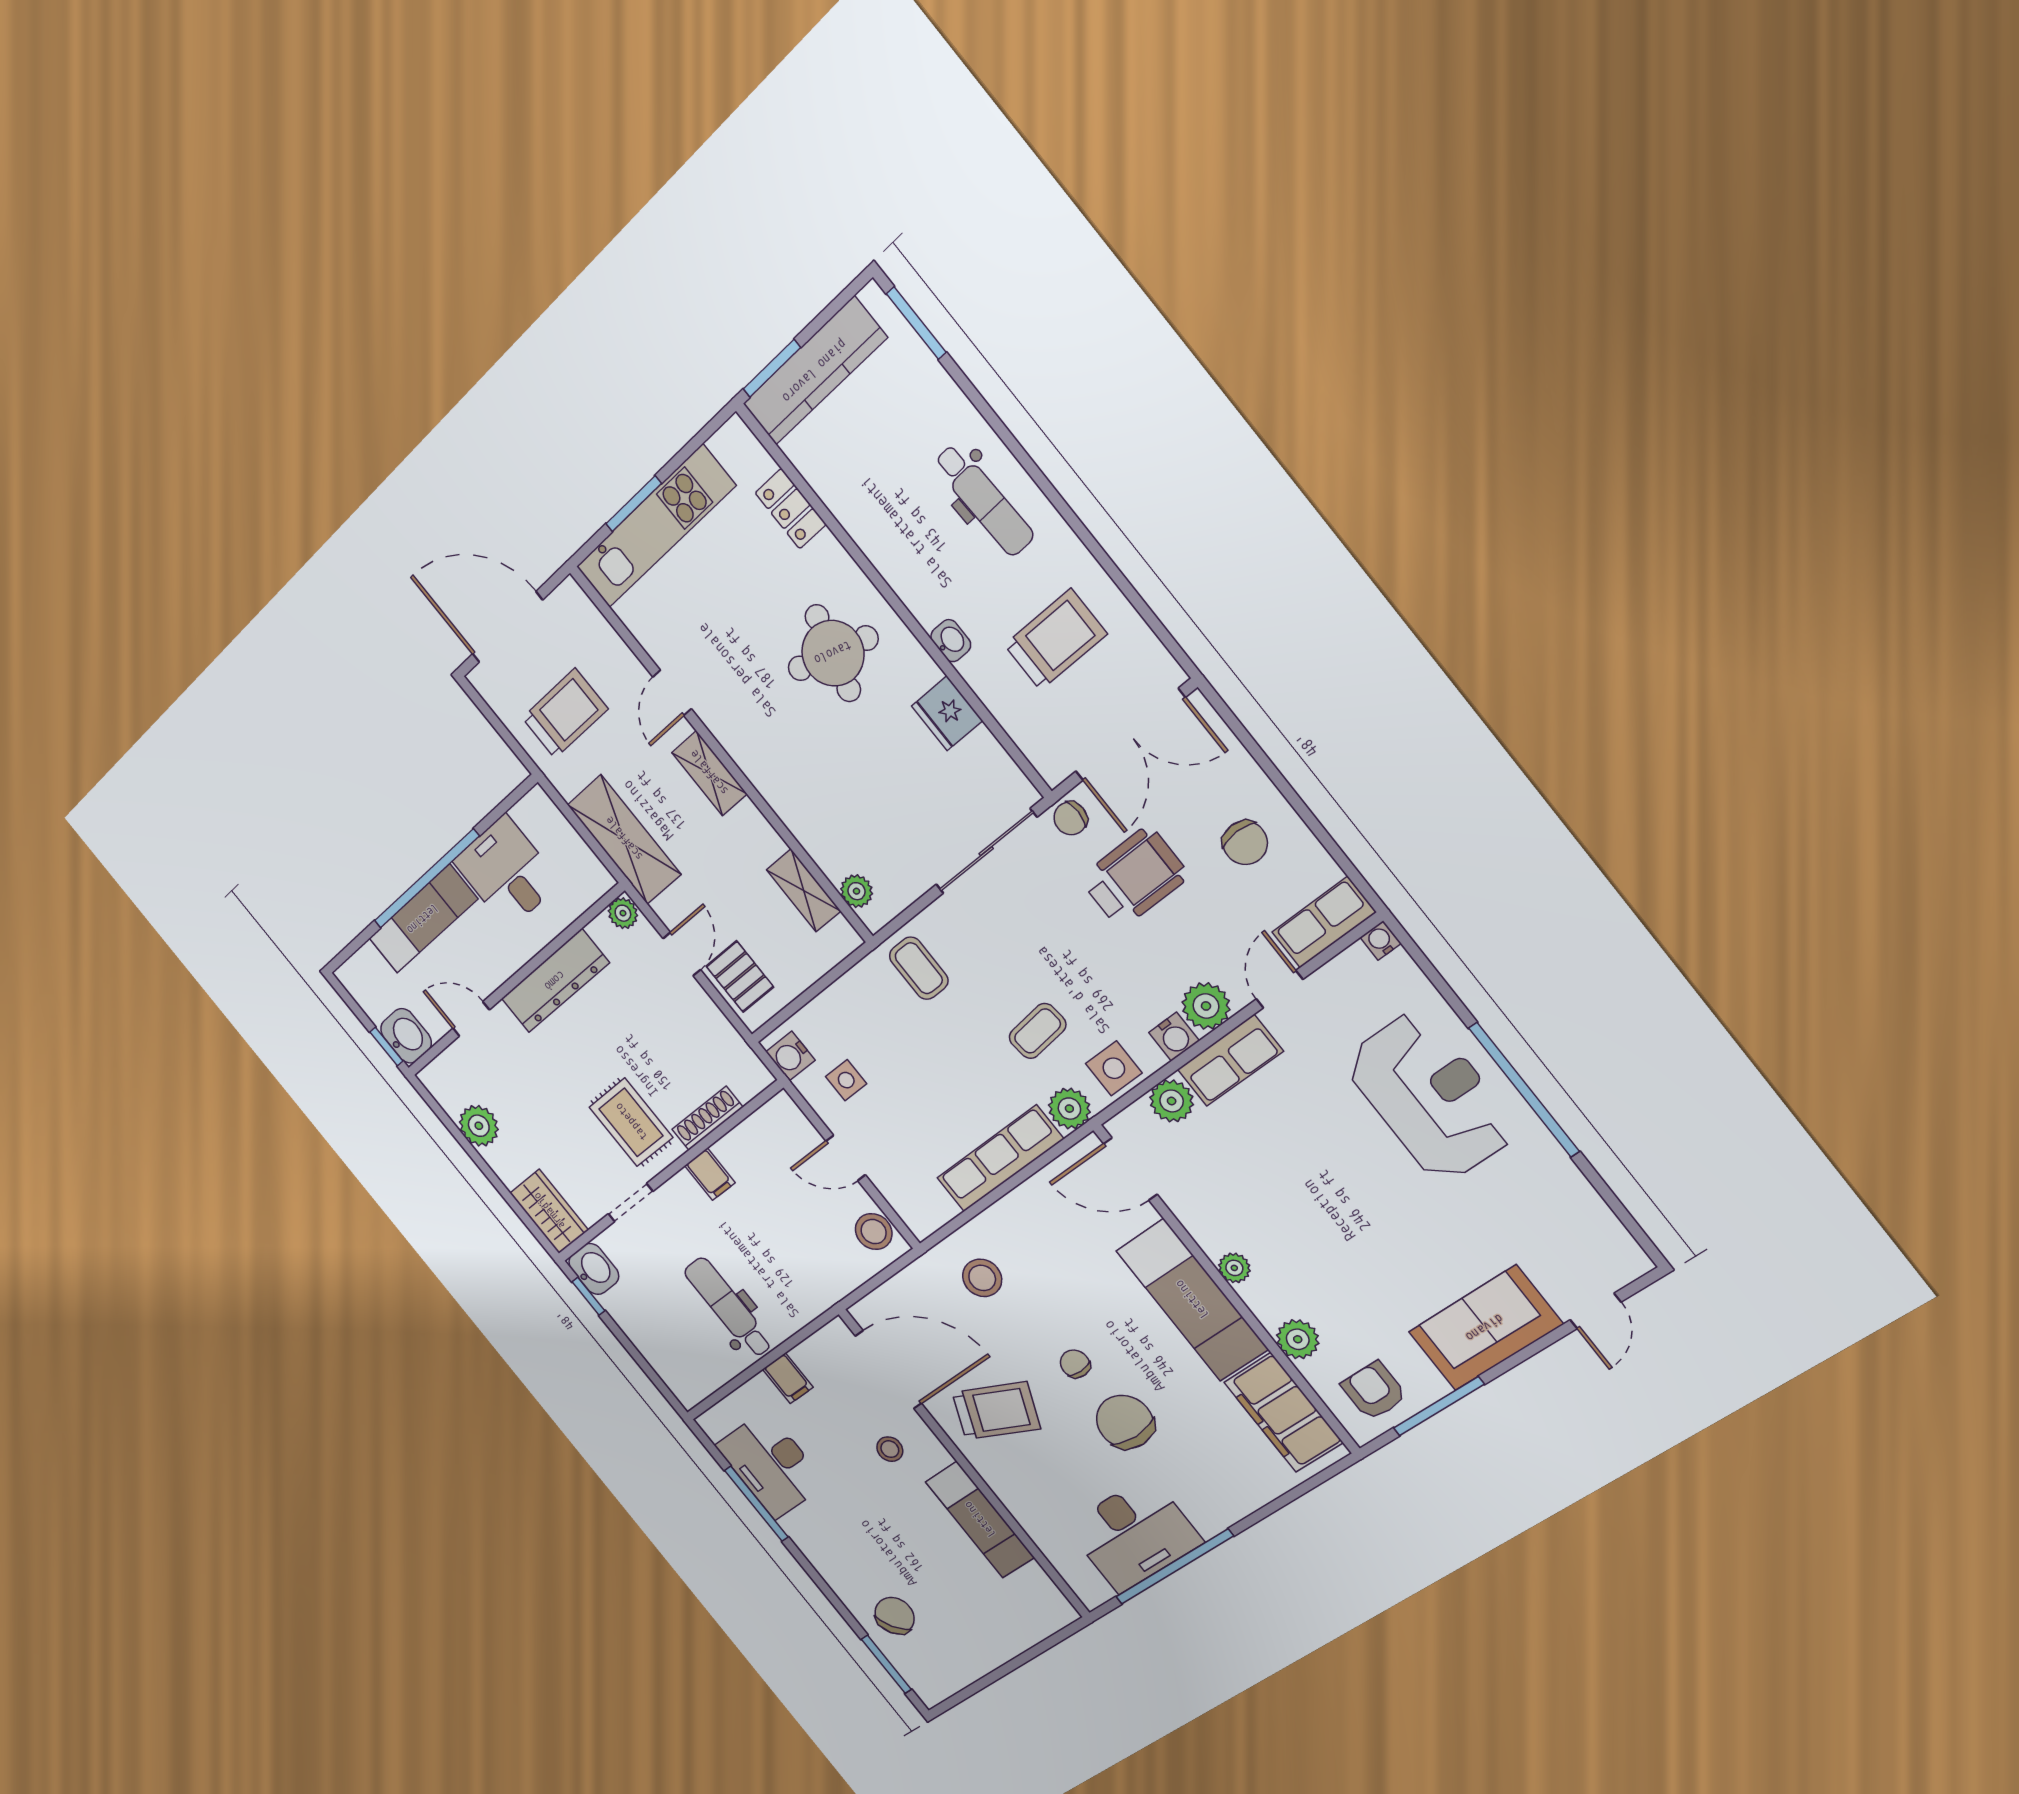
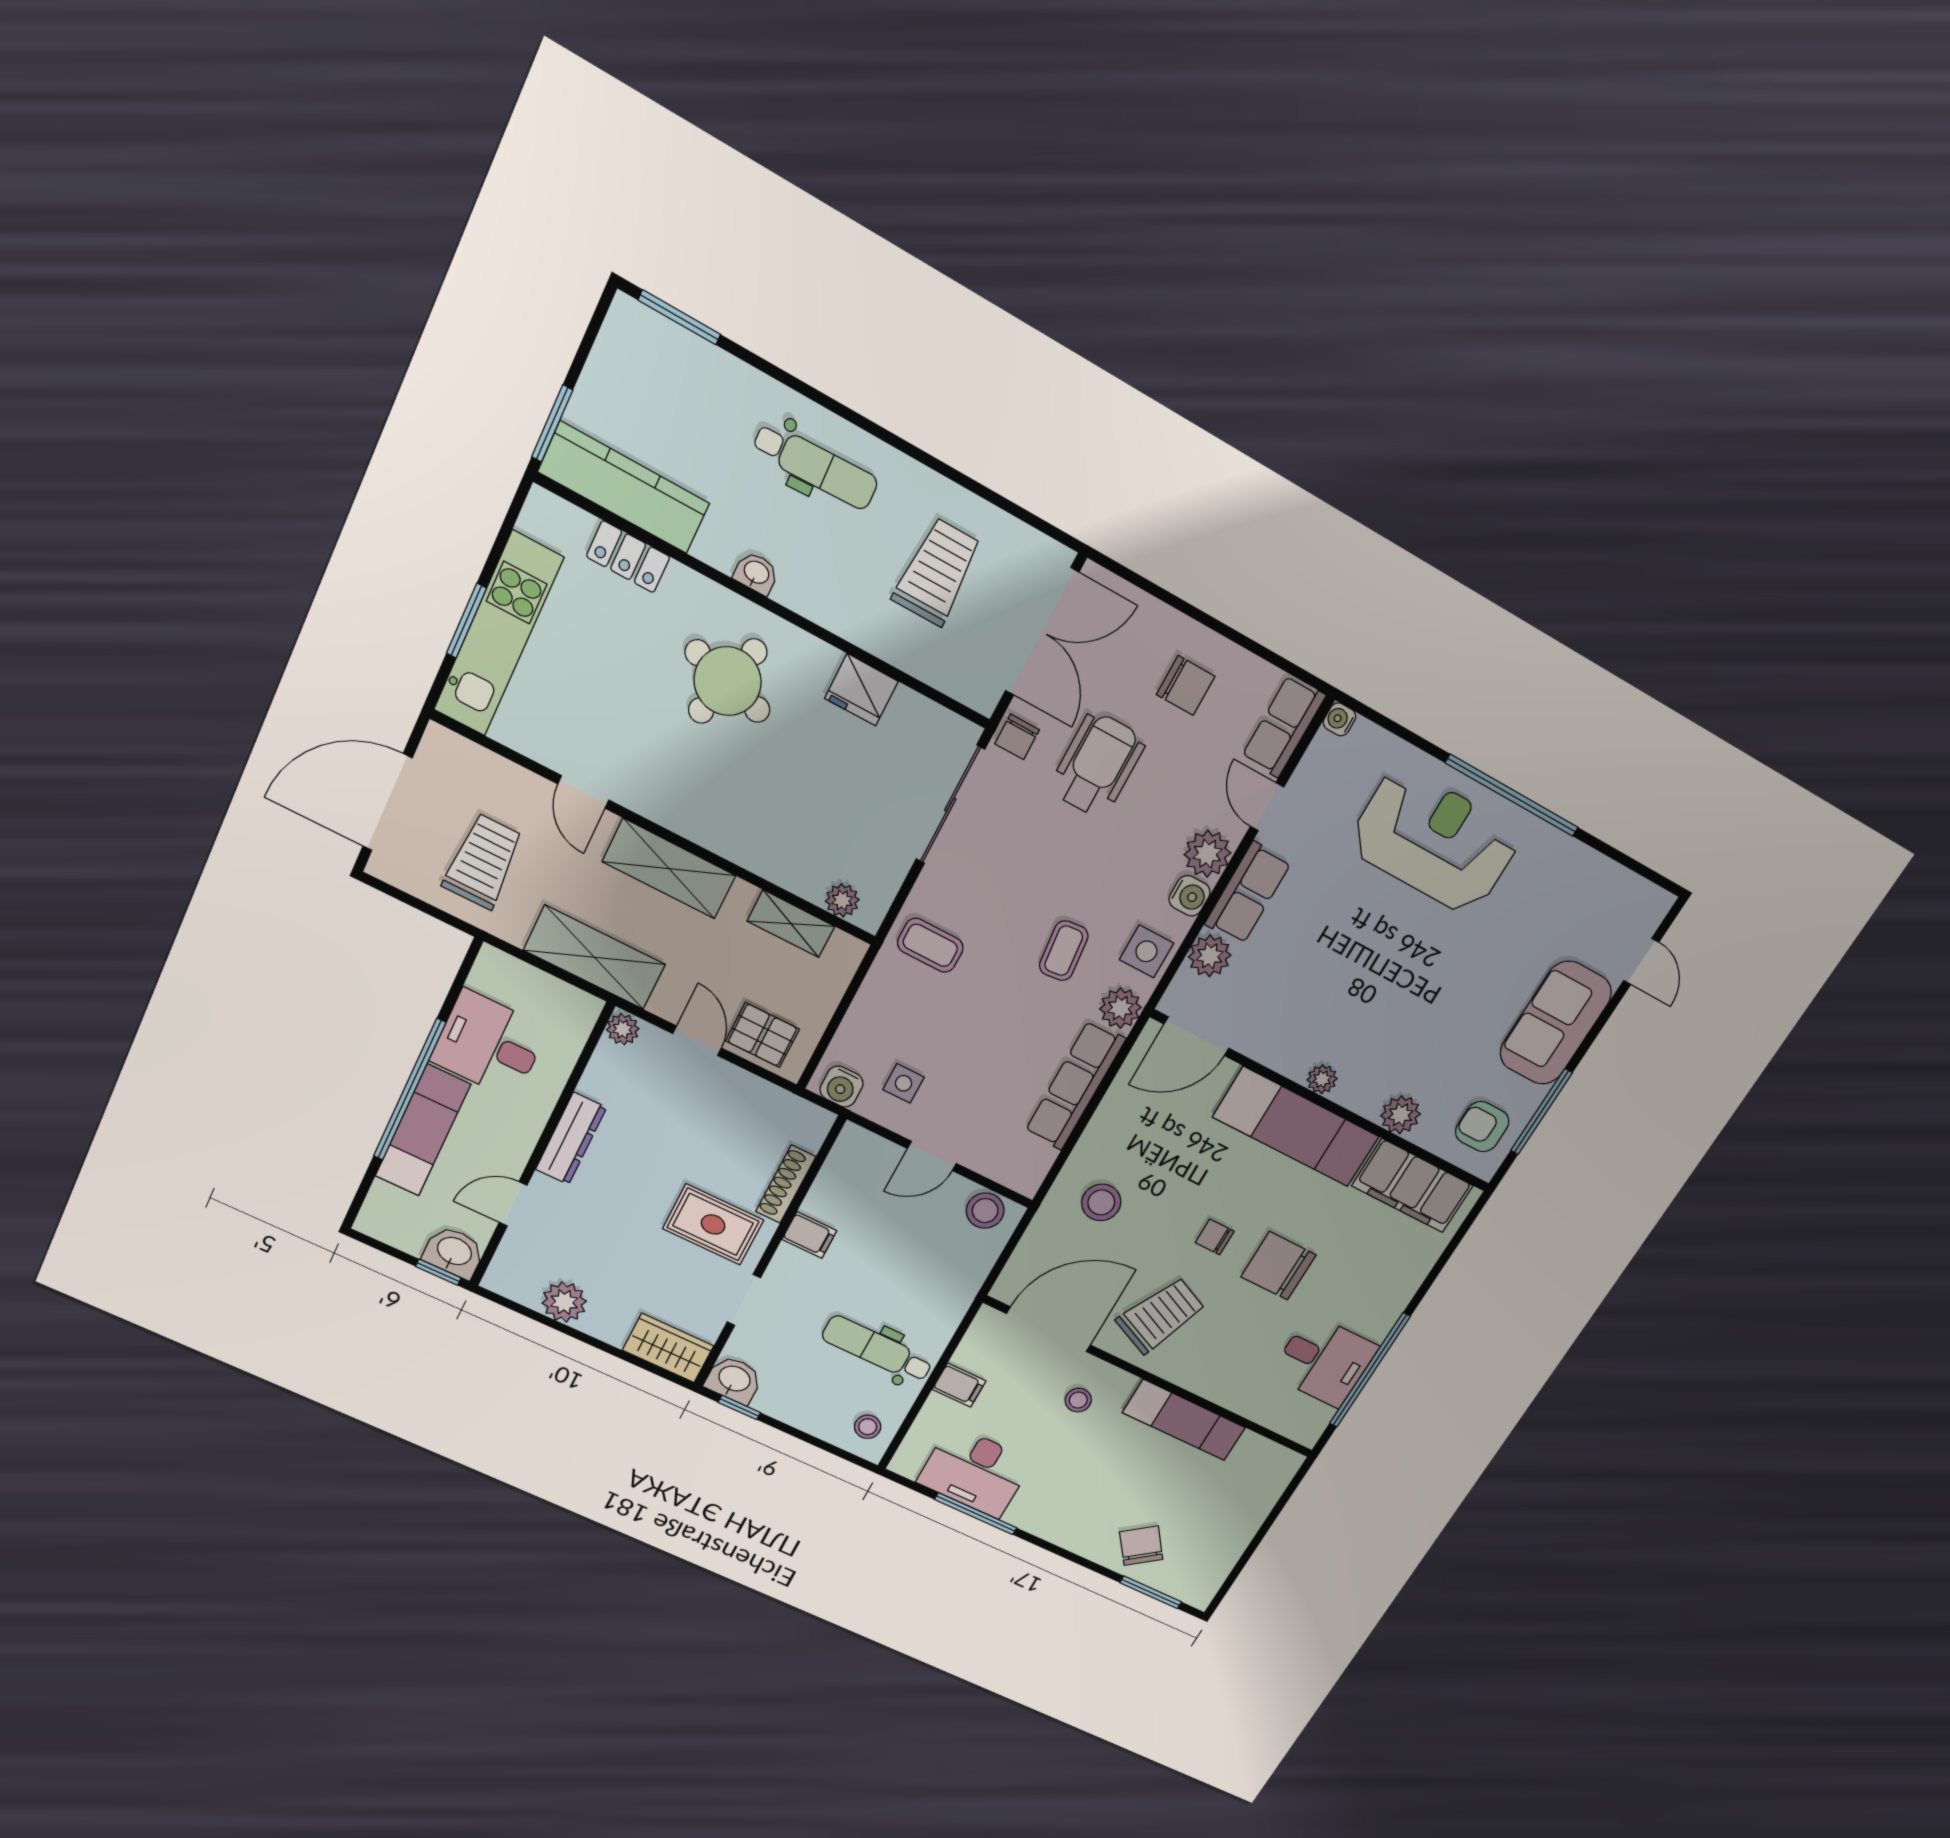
kitchen counter: (815, 371) -> (624, 488), moved, turned -90
washbasin: (951, 641) -> (756, 573), moved
shelving: (709, 773) -> (669, 869), width x1.50, depth x1.33
dresser: (555, 981) -> (571, 1139), width x0.73, depth x0.80
stool: (692, 1373) -> (868, 1427), added
desk: (1134, 1534) -> (1324, 1361), width x0.73

